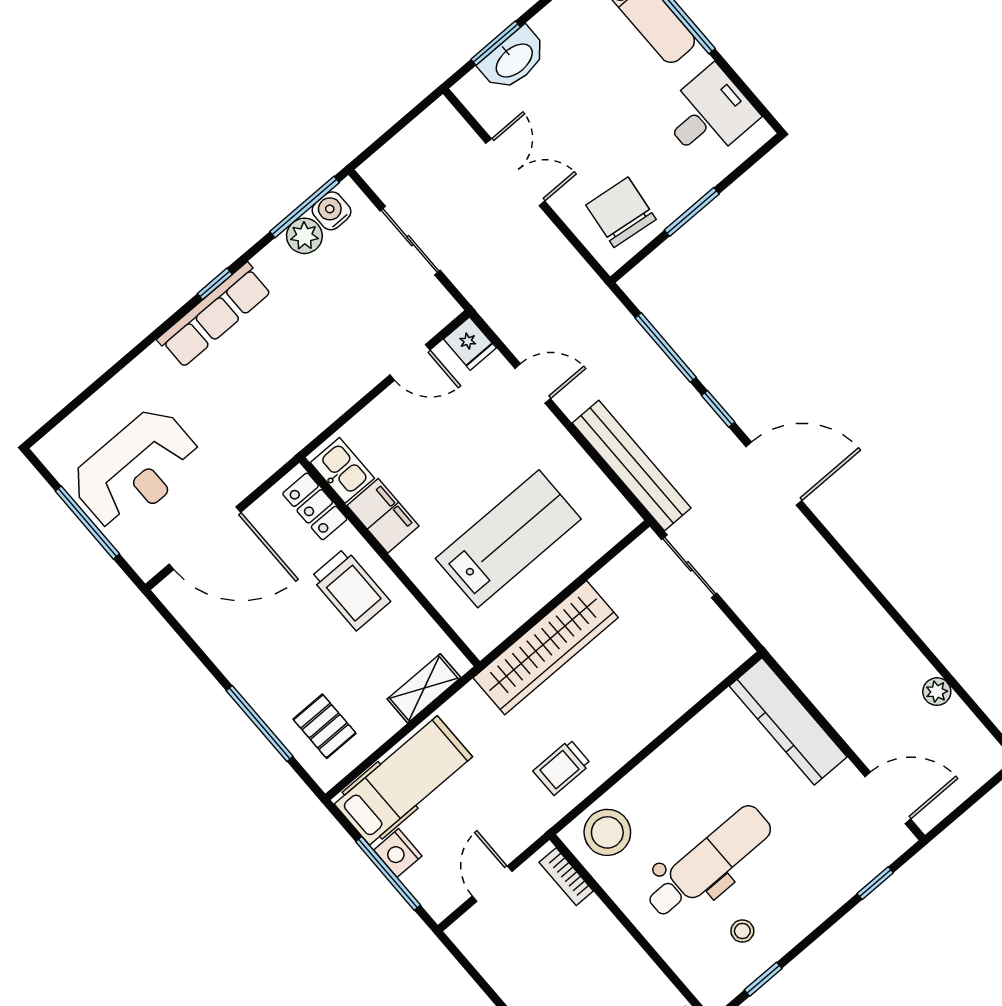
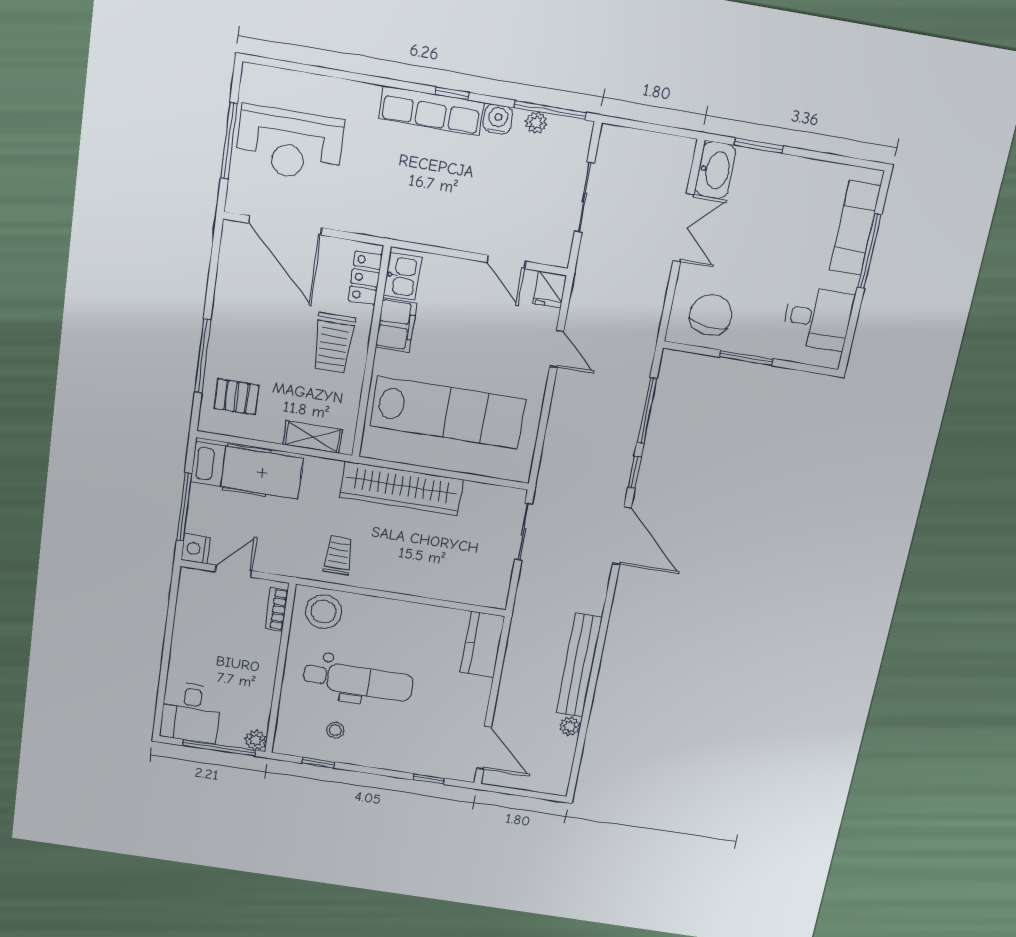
washbasin: (513, 60) -> (715, 170), moved, turned -90
water cooler: (332, 211) -> (498, 119), moved
plant: (304, 236) -> (536, 123), width x0.73, depth x0.73
bench: (632, 465) -> (579, 665), moved
lab bench: (508, 539) -> (448, 413), width x1.36
kitchen counter: (788, 721) -> (483, 644), width x0.67
pallet: (325, 726) -> (237, 397), turned 90
trolley: (562, 767) -> (338, 555), turned 90
nightstand: (398, 853) -> (196, 549), moved

